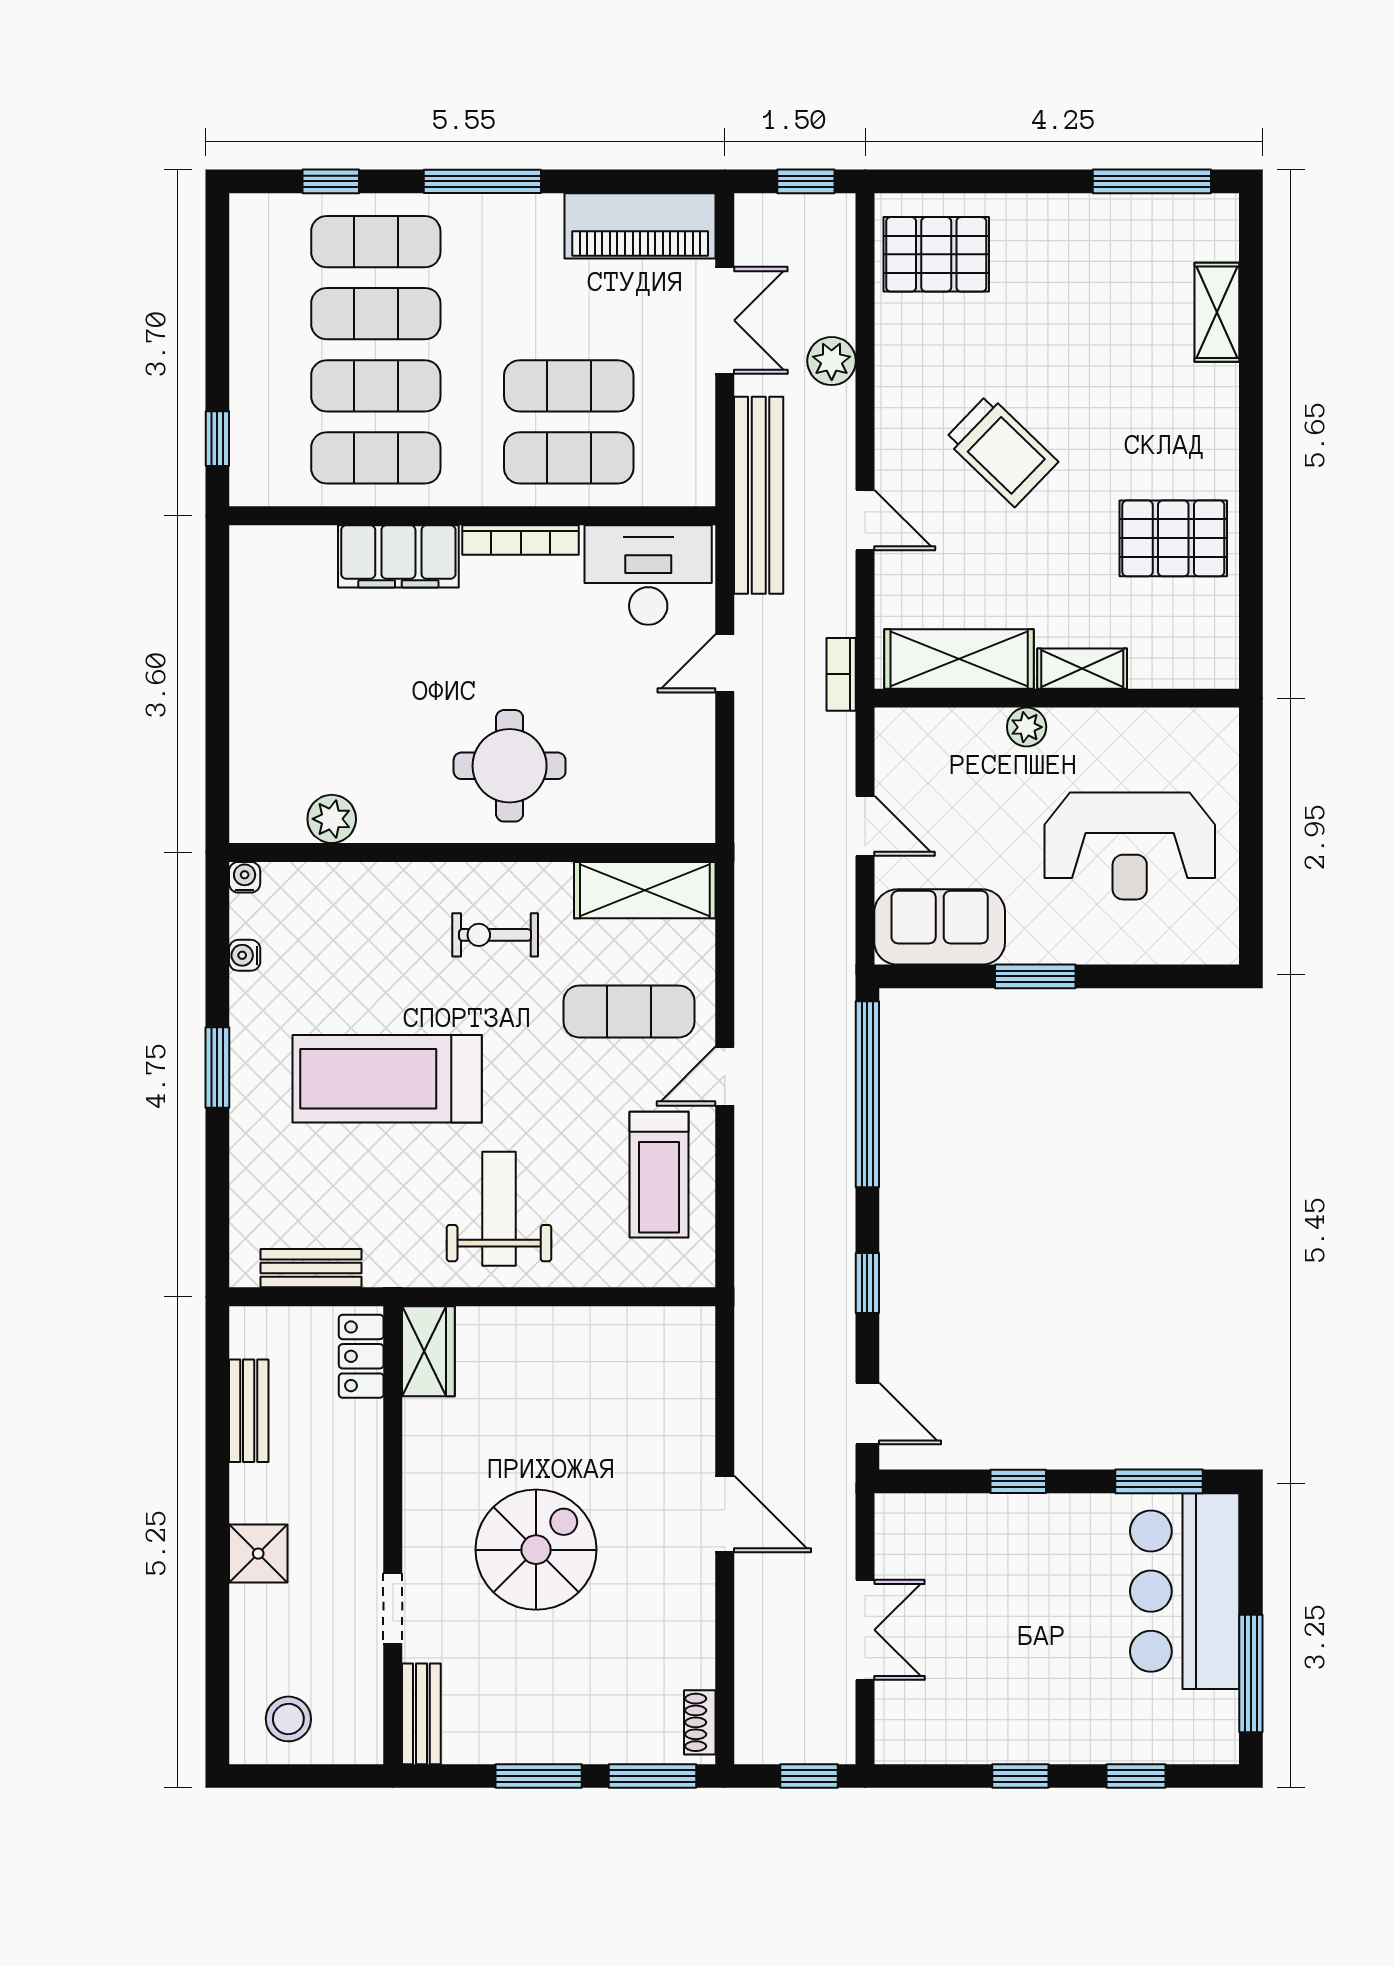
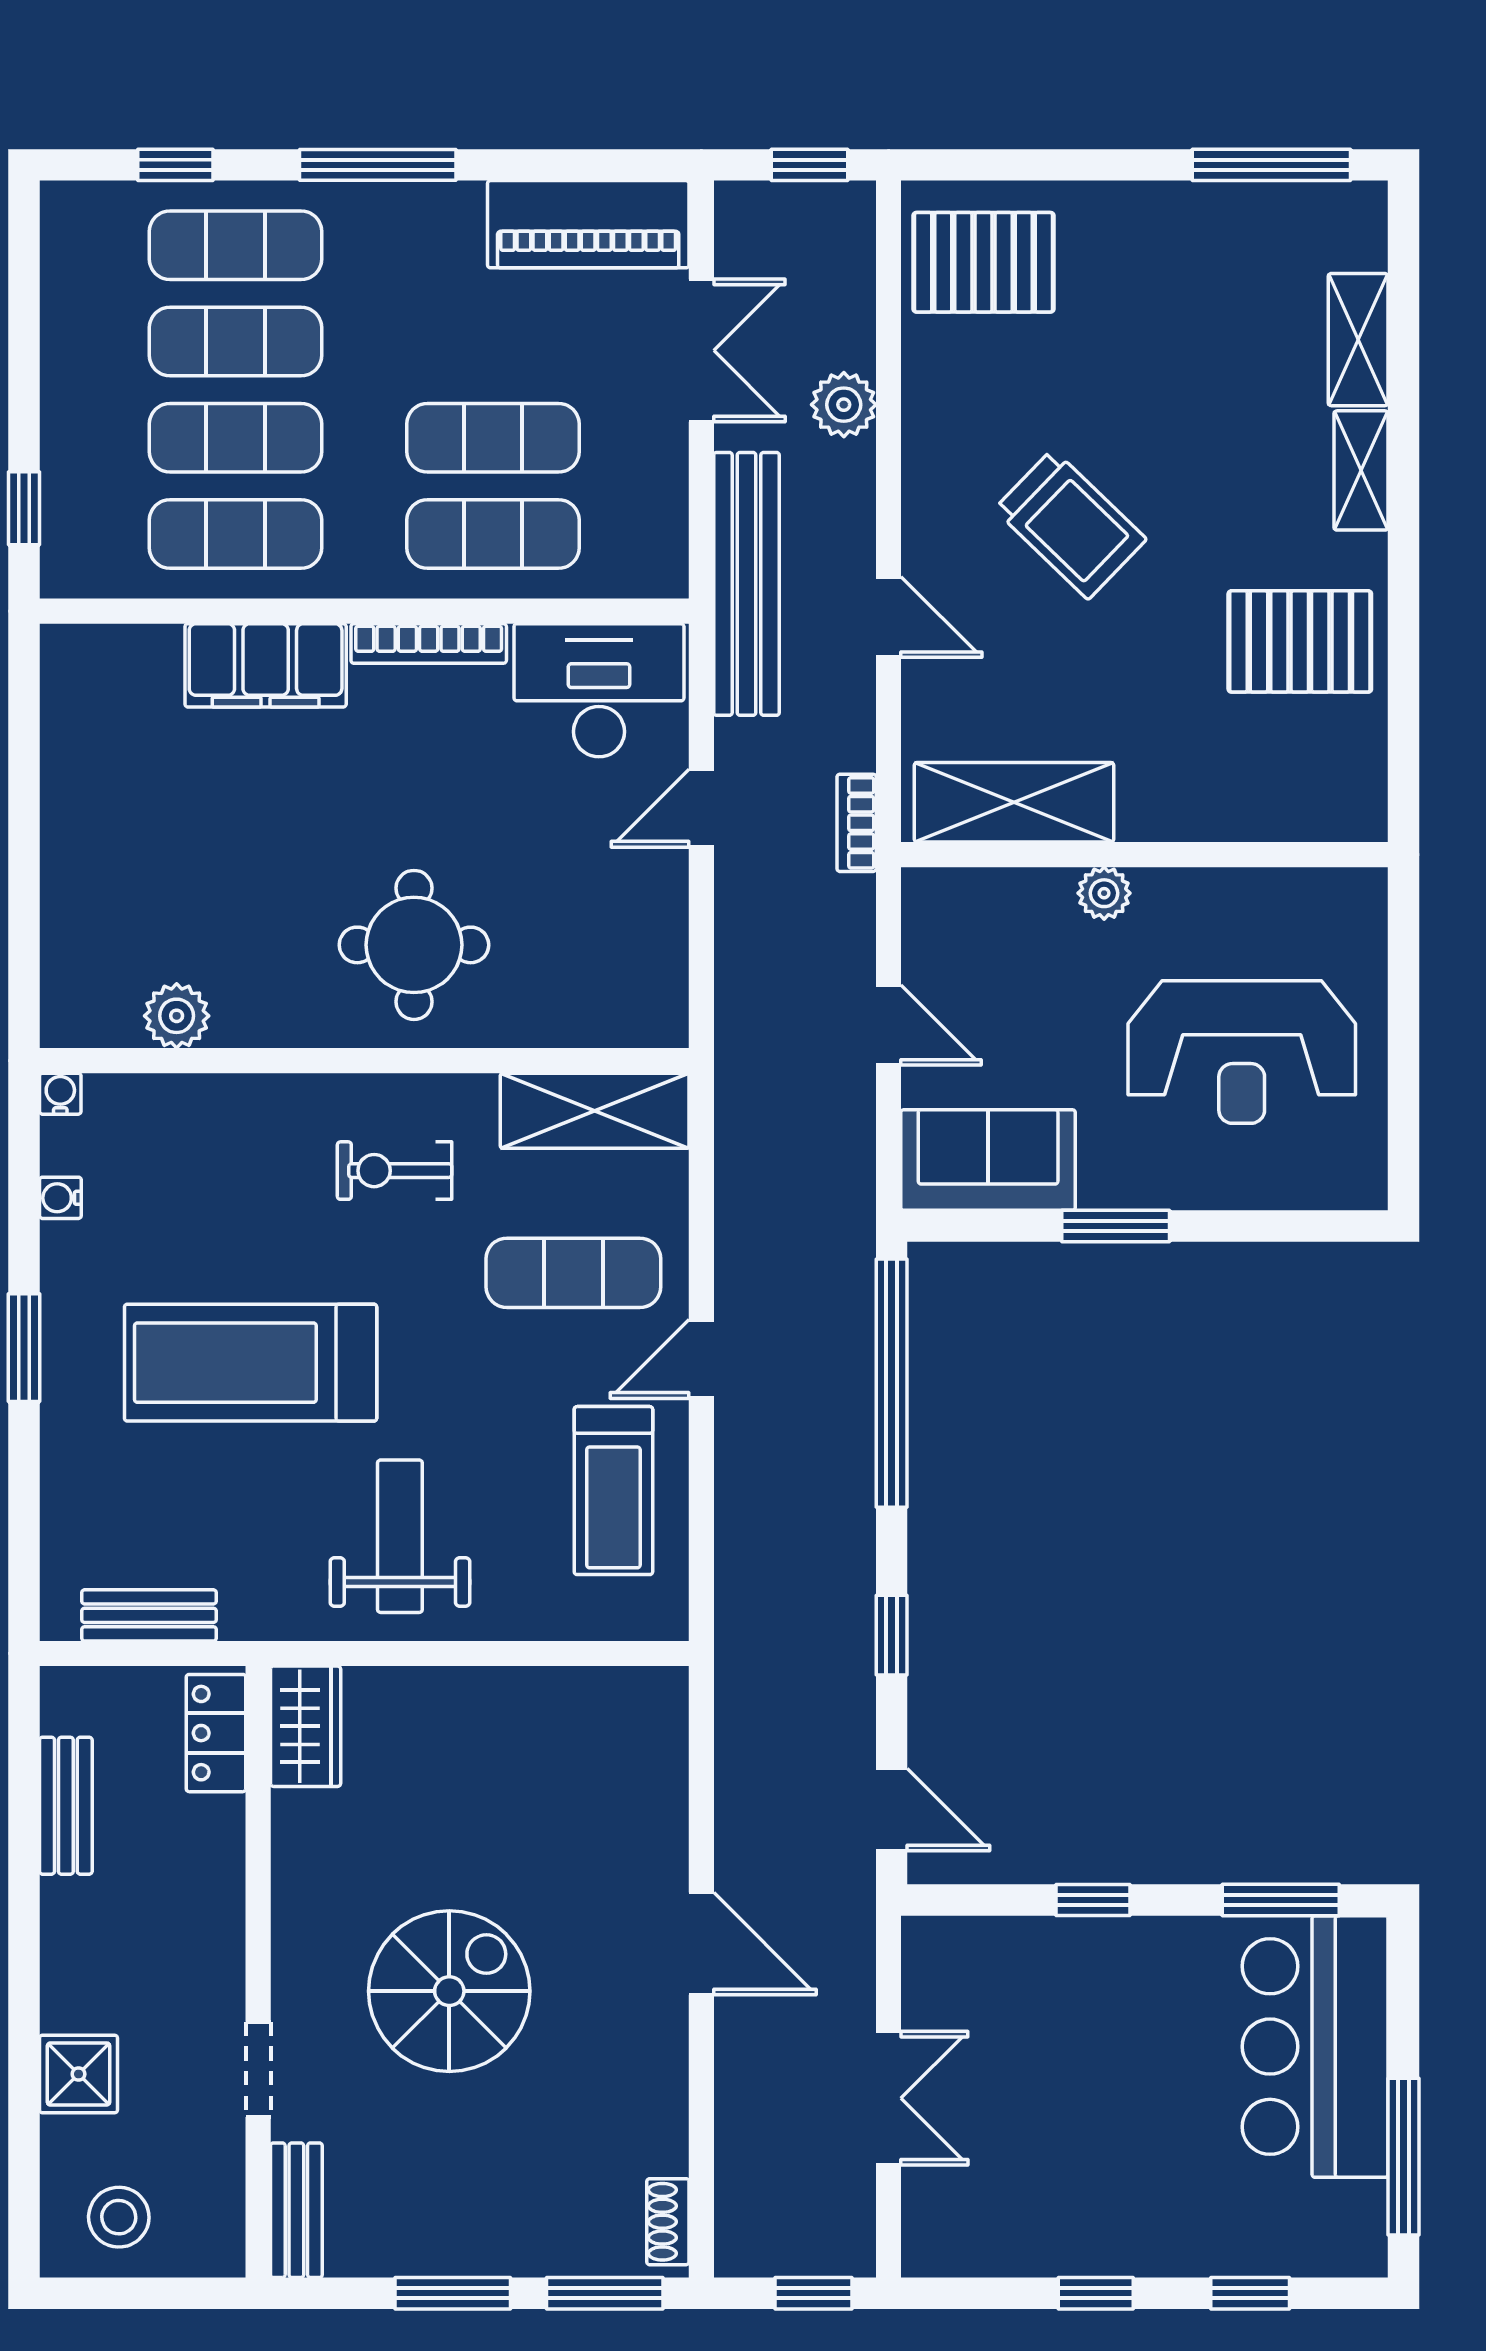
shelving: (1082, 669) -> (1361, 470), moved, turned 90
shower: (258, 1554) -> (79, 2074), moved

